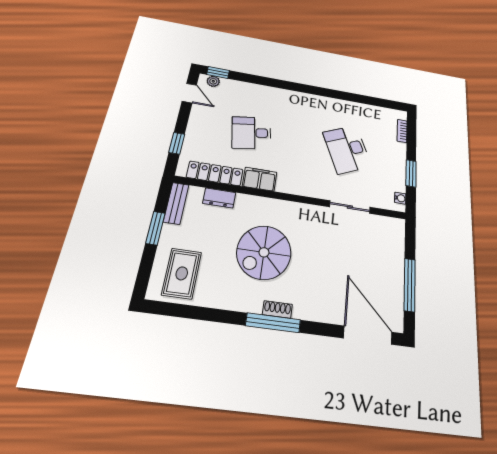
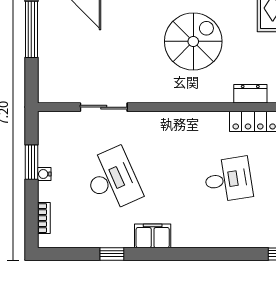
window: (351, 97) -> (112, 254), added
filing cabinet: (260, 179) -> (153, 236), moved, turned 180
water cooler: (400, 198) -> (44, 174), moved

